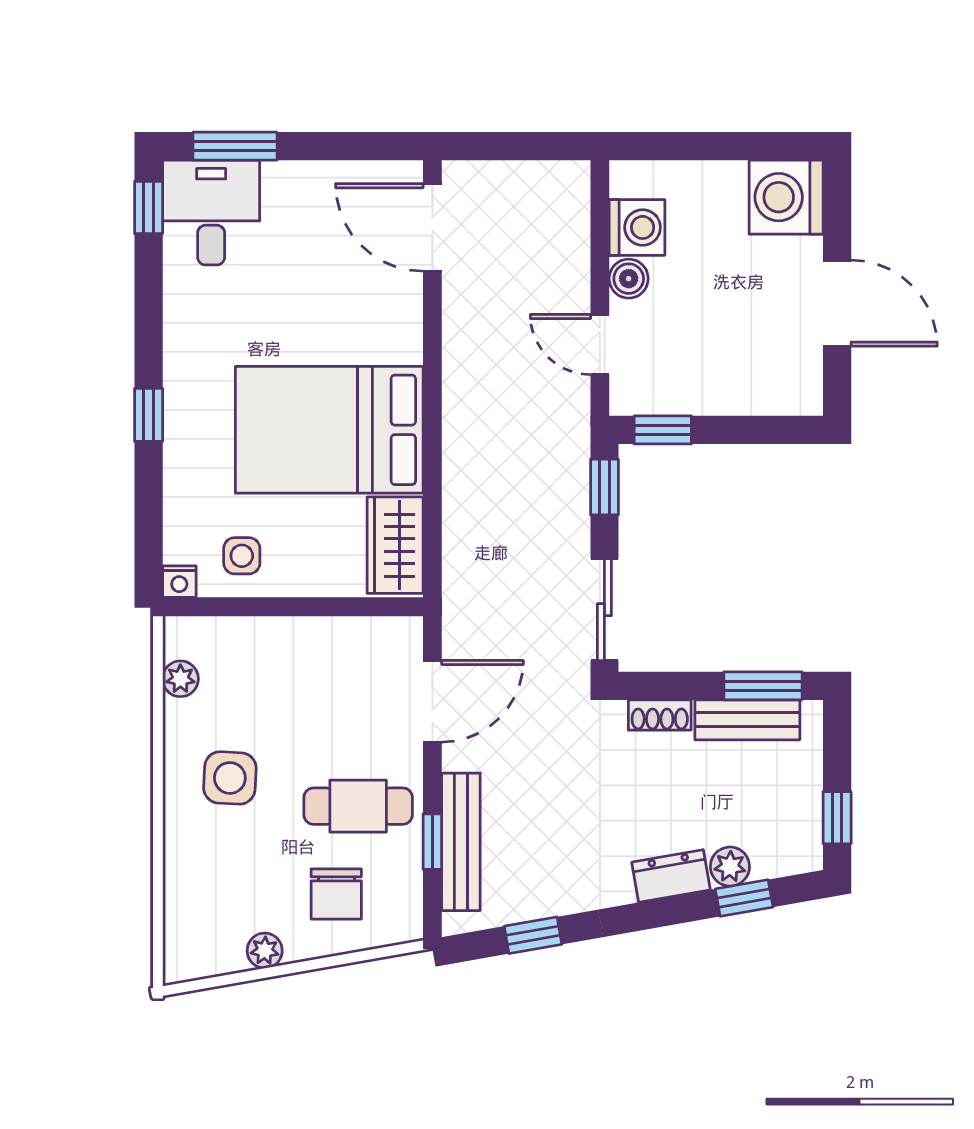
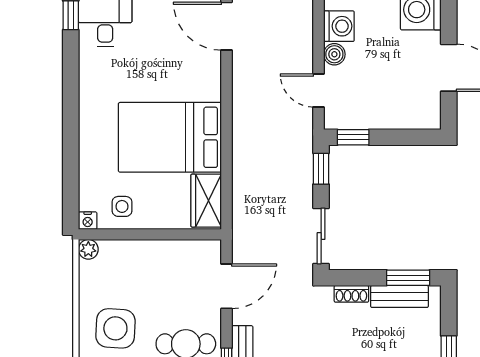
window: (149, 415) -> (71, 129), removed
plant: (180, 679) -> (88, 249), moved
side table: (230, 778) -> (115, 328), width x1.37, depth x1.37

